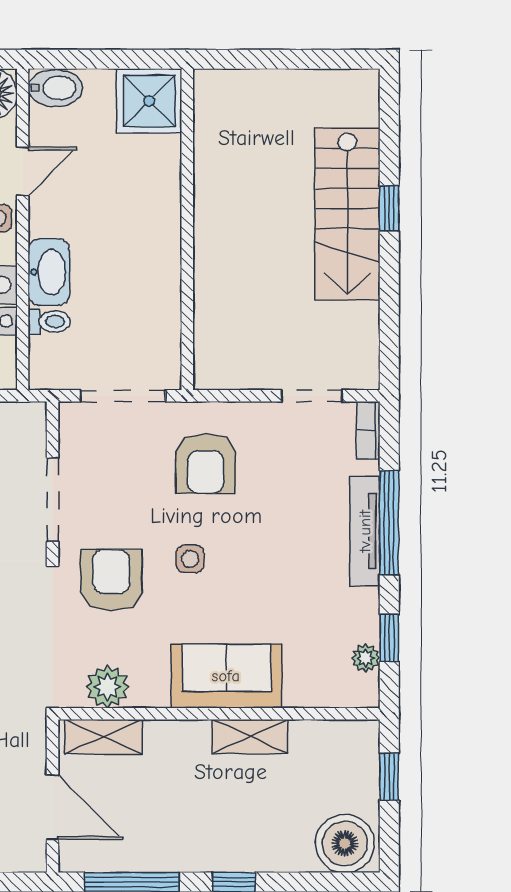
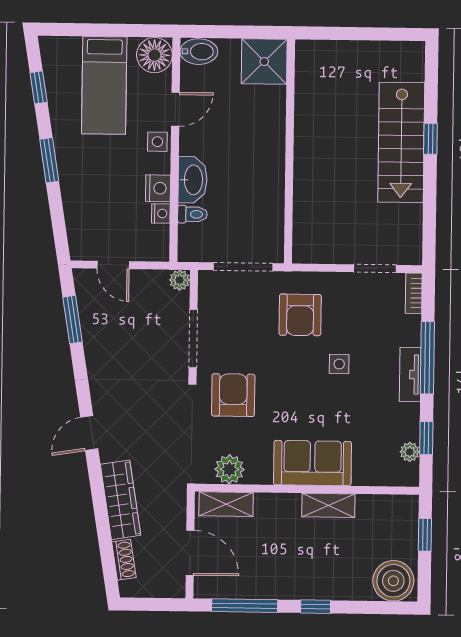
plant: (32, 416) -> (180, 280), added
tv unit: (365, 531) -> (410, 375), width x0.71
side table: (190, 559) -> (339, 364), moved

